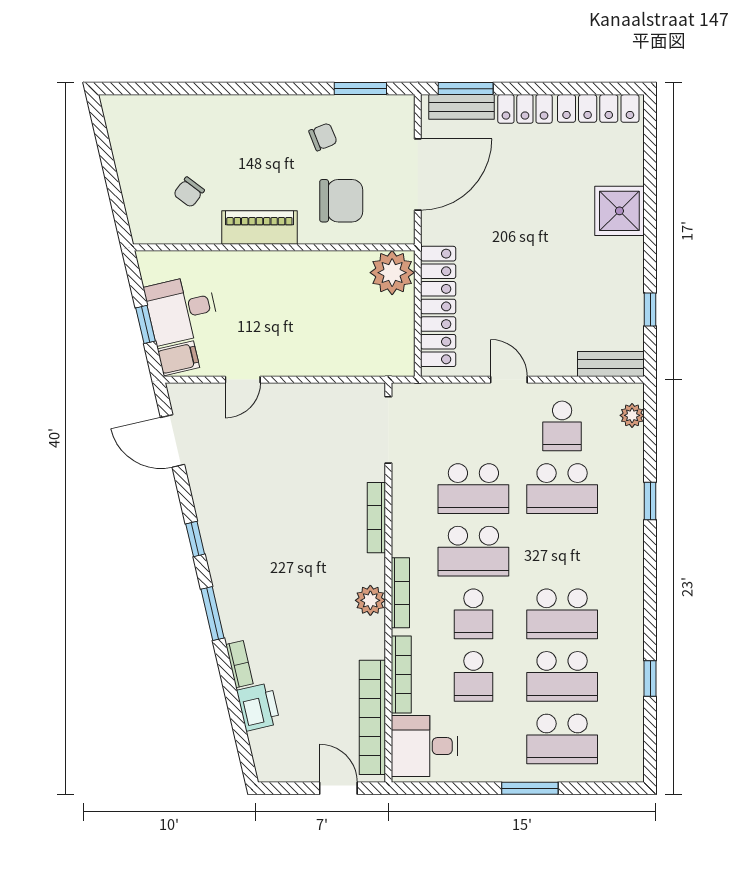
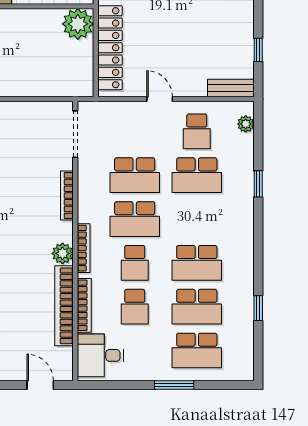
bookcase: (372, 717) -> (64, 306), moved

